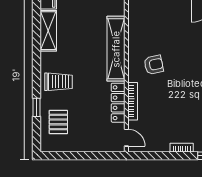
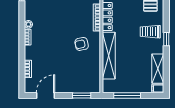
window: (37, 107) -> (166, 39), moved

